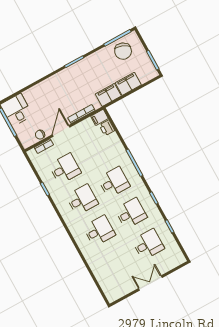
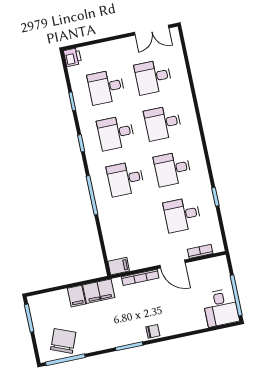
filing cabinet: (128, 84) -> (76, 296), width x0.50
printer: (107, 128) -> (73, 57), moved
door: (61, 131) -> (173, 264), hinge flipped
chair: (40, 135) -> (153, 331), moved
desk: (116, 262) -> (153, 77), added
double door: (150, 283) -> (152, 30), moved

